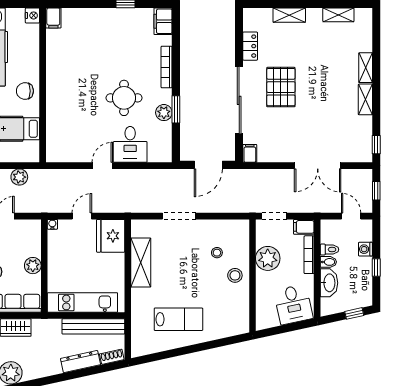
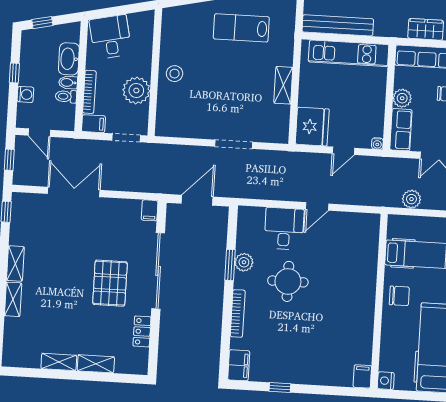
shelving: (338, 15) -> (59, 362), moved
row of seats: (32, 238) -> (401, 130), added
stool: (217, 253) -> (193, 100), removed
shelving: (141, 263) -> (283, 85), width x0.67, depth x0.75

